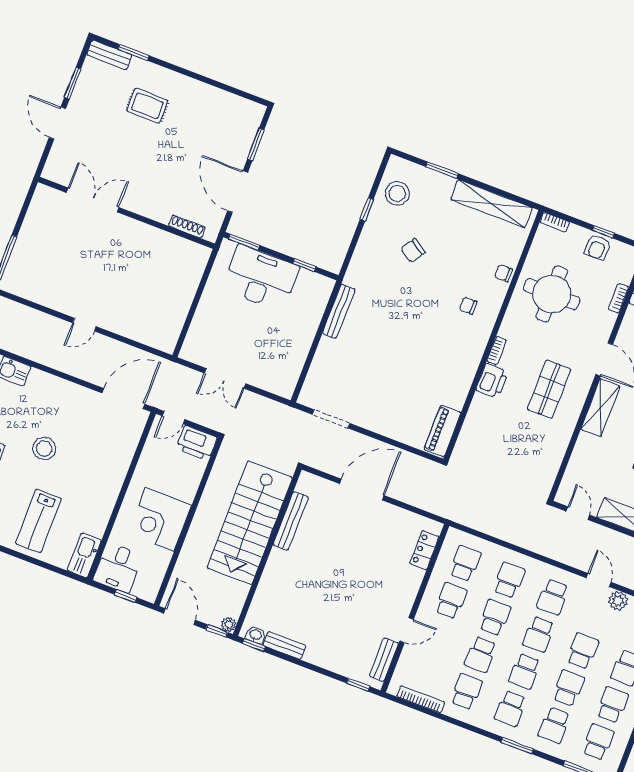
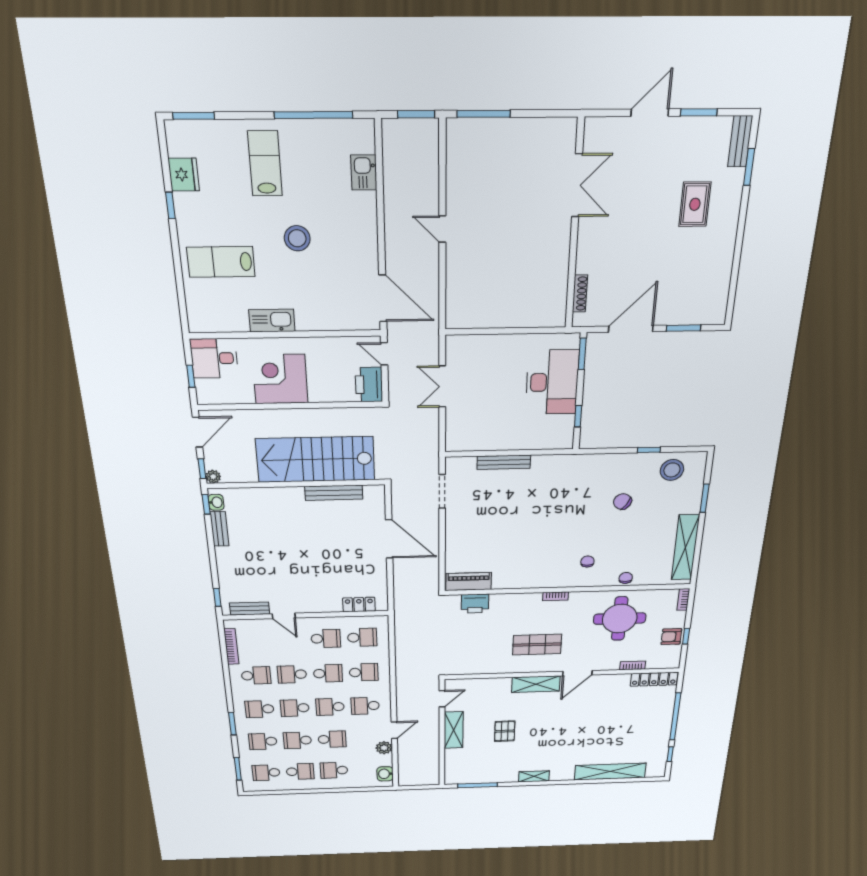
bench: (339, 311) -> (504, 462), moved
printer: (492, 381) -> (475, 604), moved
kitchen sink: (84, 555) -> (272, 321), moved
school desk: (568, 688) -> (297, 740), turned 180
school desk: (598, 742) -> (266, 773), turned 180

